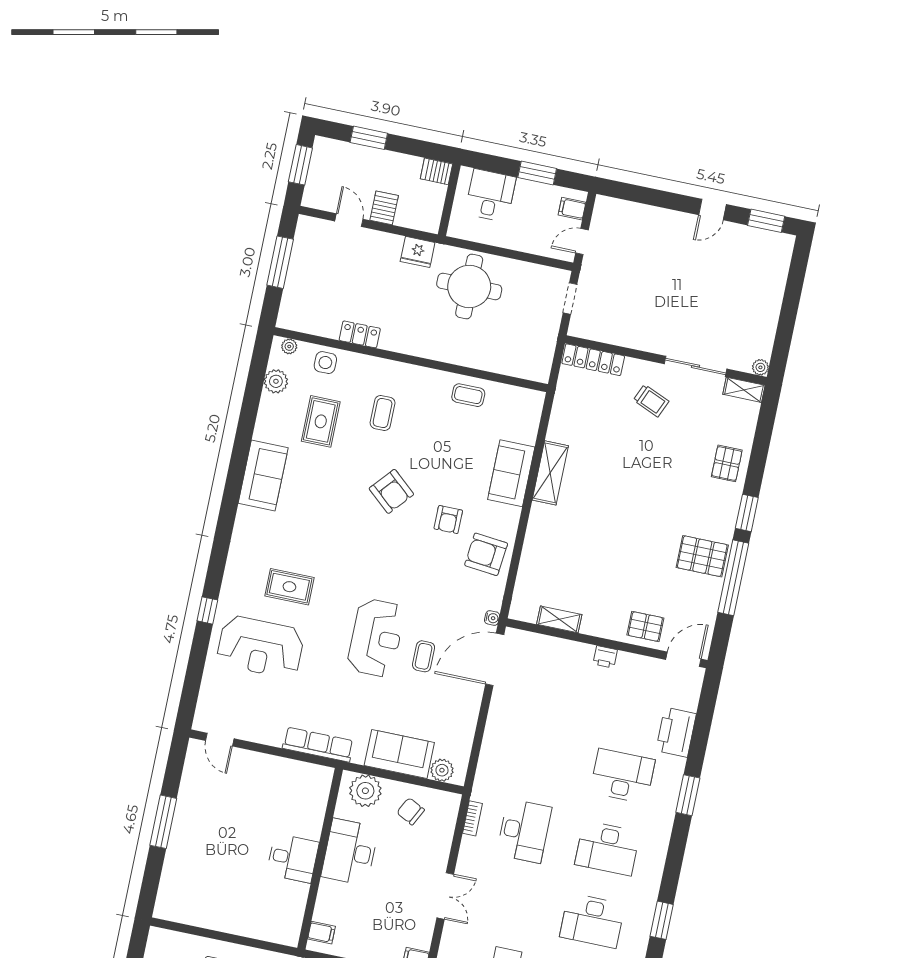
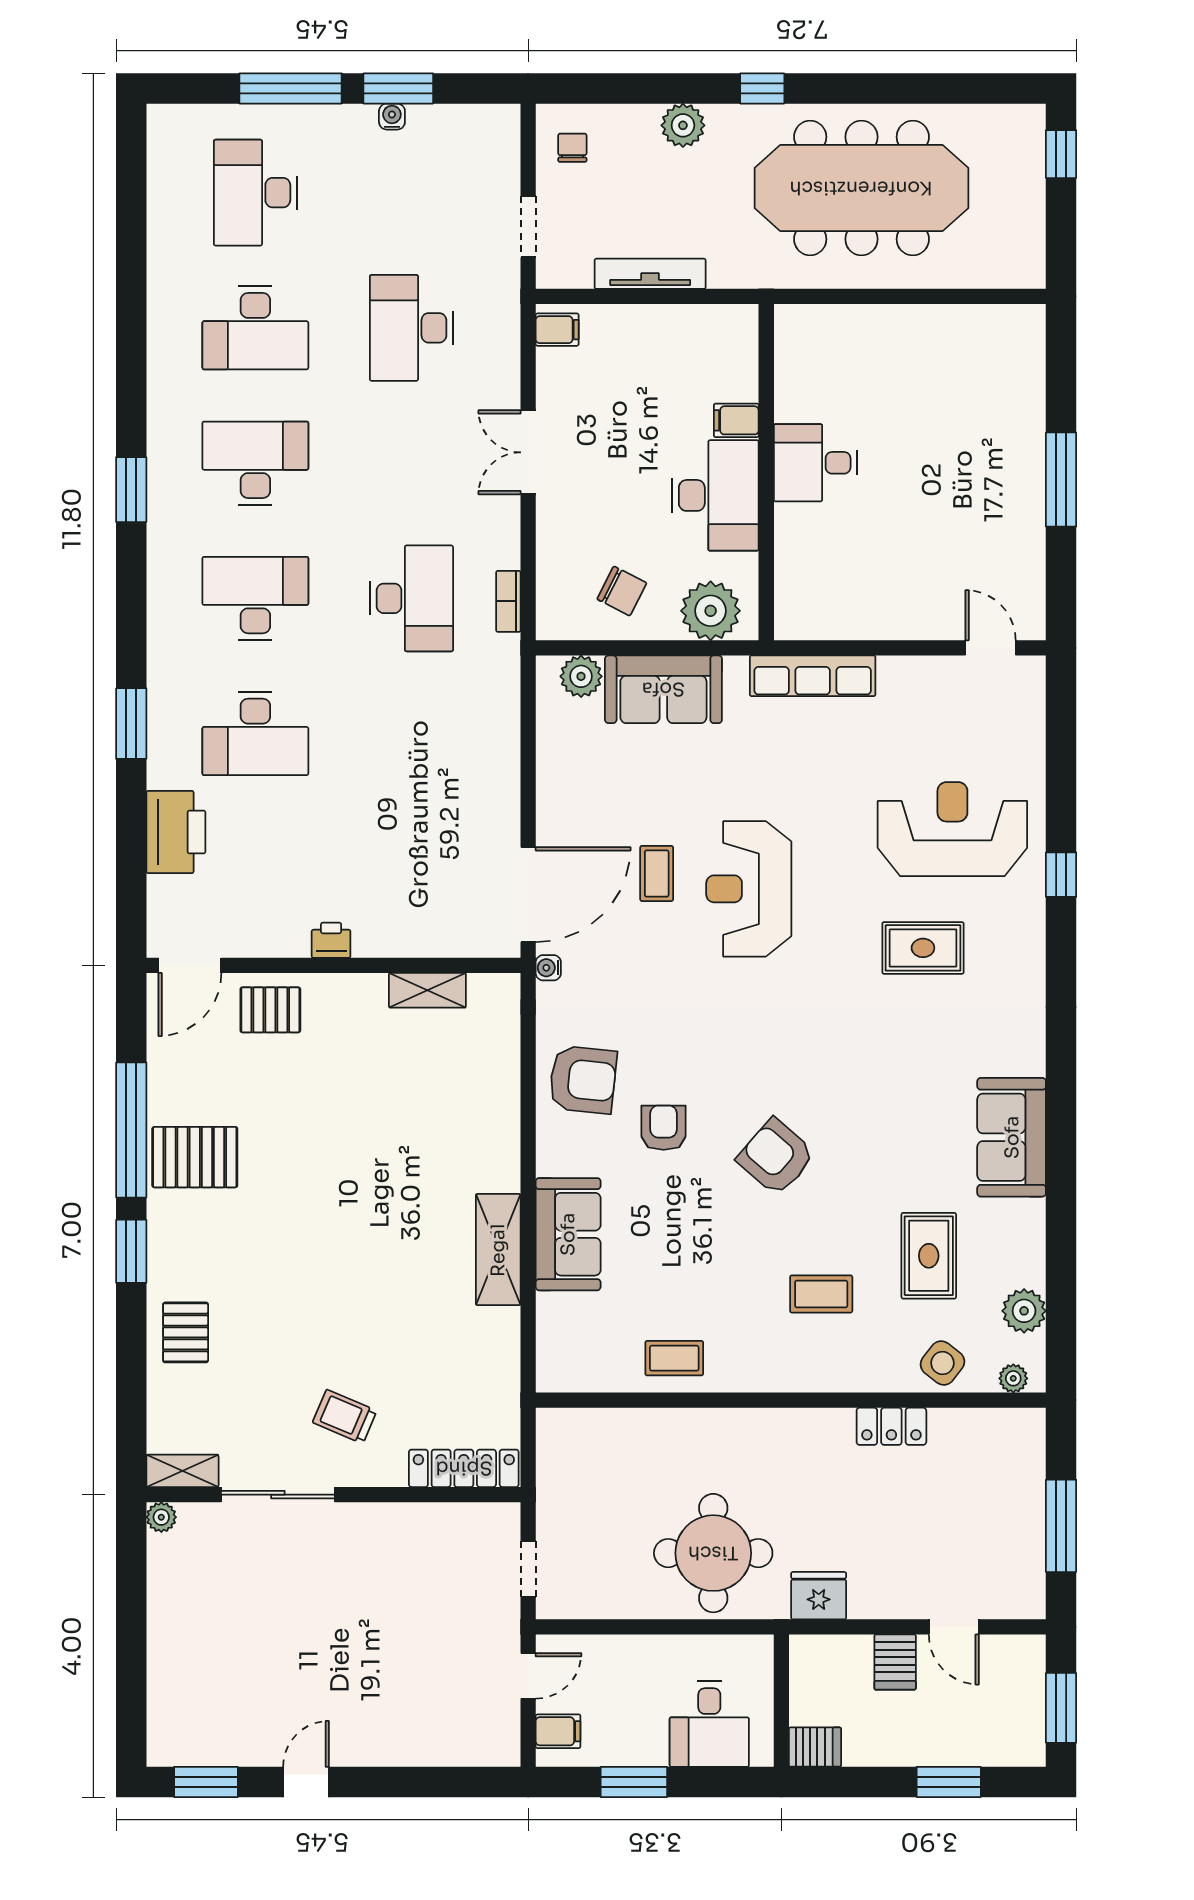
side table: (325, 363) -> (942, 1363), turned 38
coffee table: (383, 413) -> (821, 1294), turned 90
desk: (524, 831) -> (411, 598), turned 180
filing cabinet: (321, 933) -> (736, 420), moved

